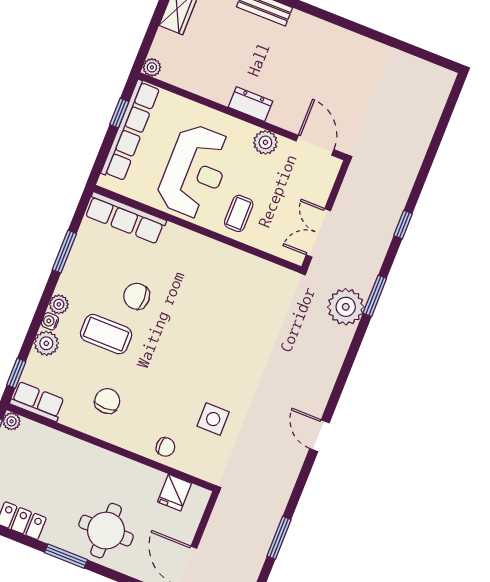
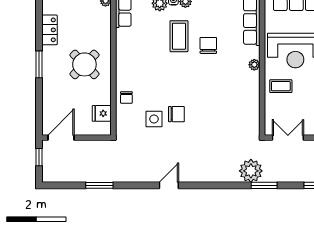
plant: (192, 240) -> (254, 65), added
chair: (107, 401) -> (176, 114), moved
round table: (106, 531) -> (84, 64), moved, turned 45

